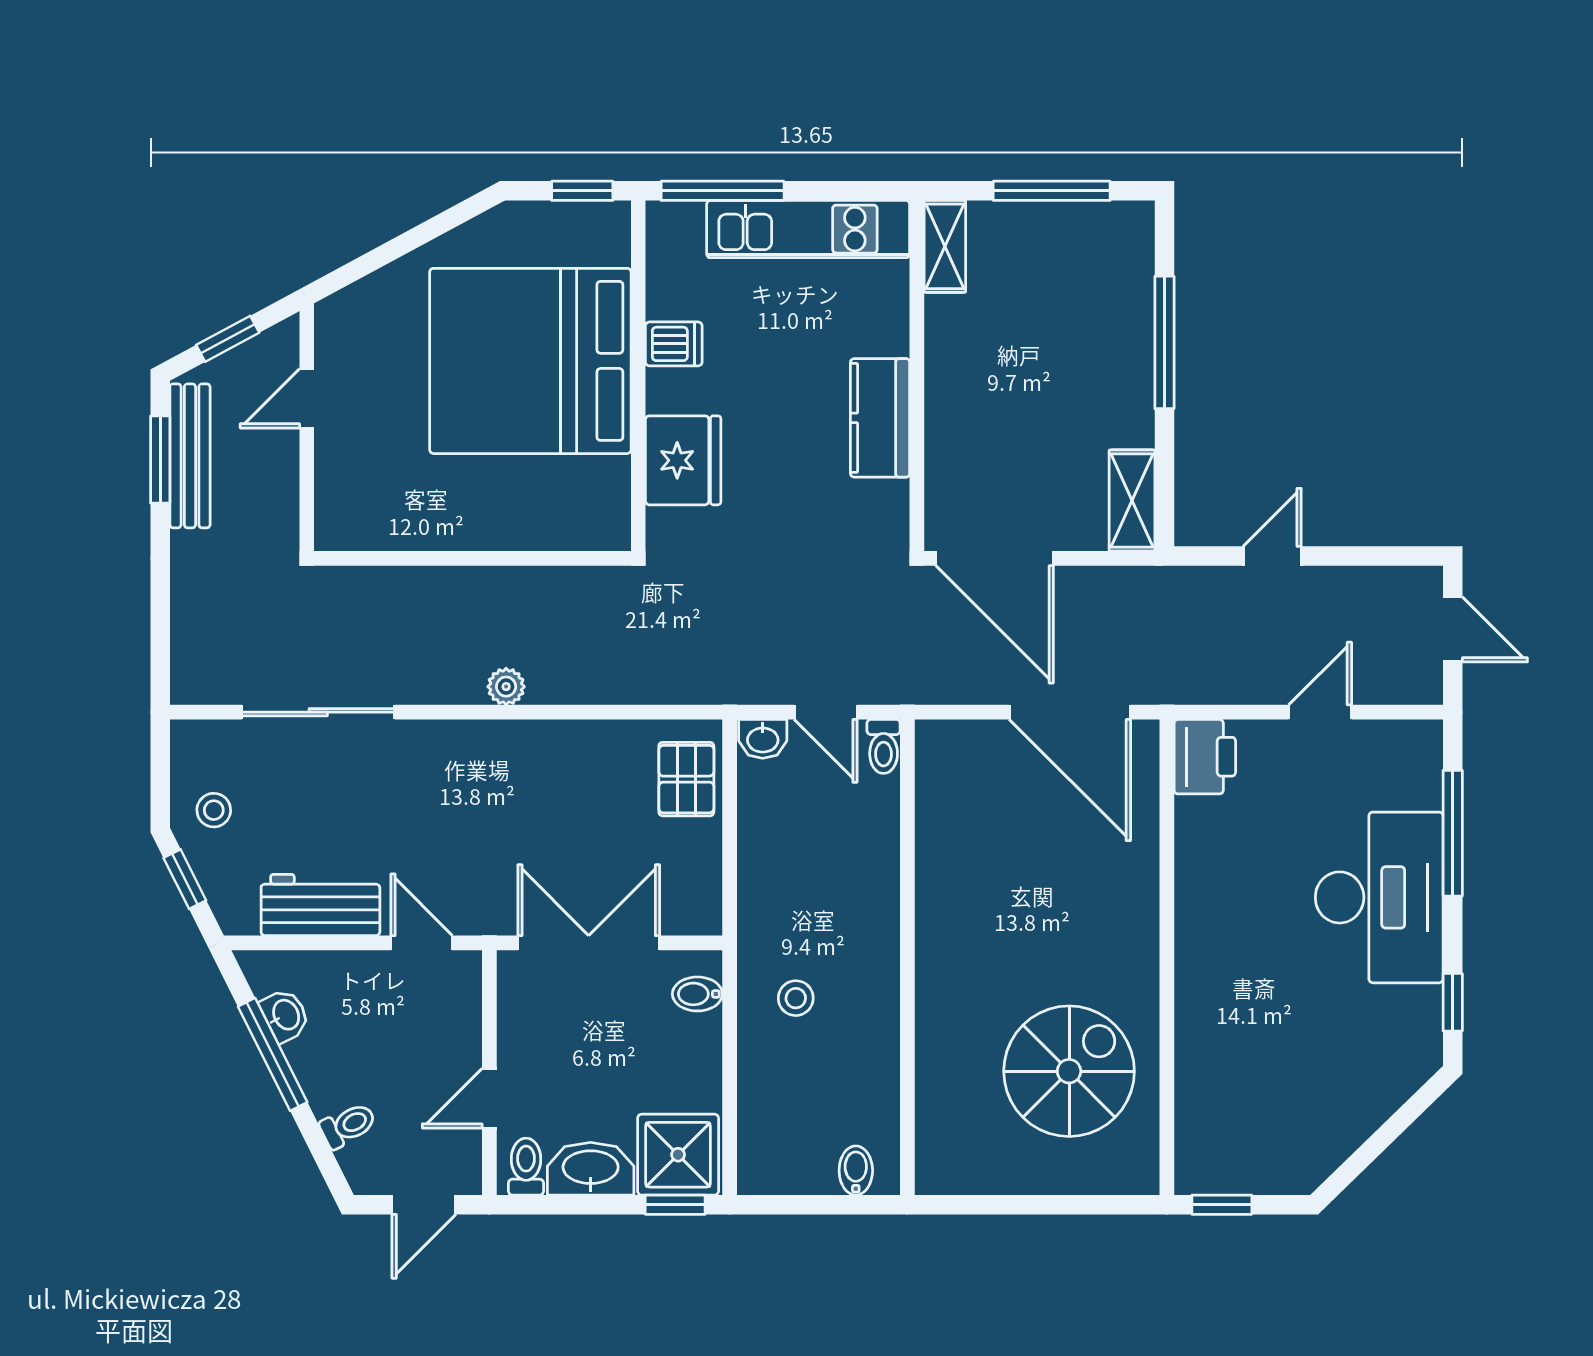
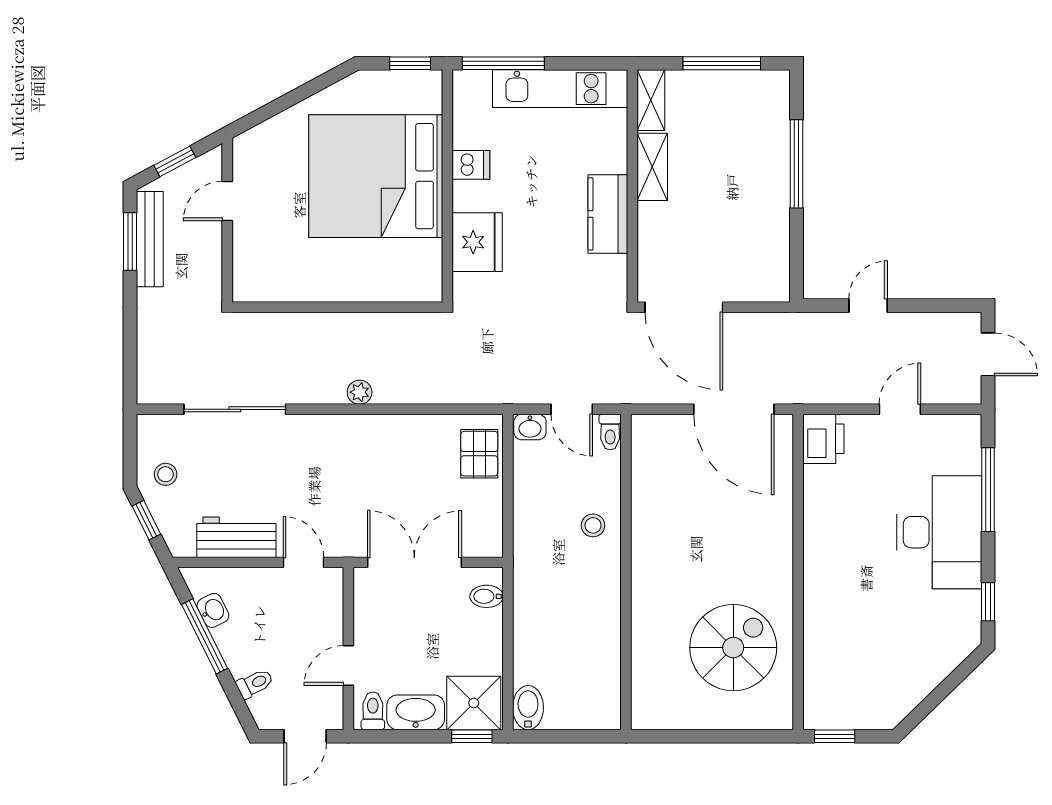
shelving: (1132, 501) -> (652, 167), moved
stool: (796, 998) -> (593, 525), moved
bidet: (856, 1171) -> (528, 708), moved, width x1.38, depth x1.36

